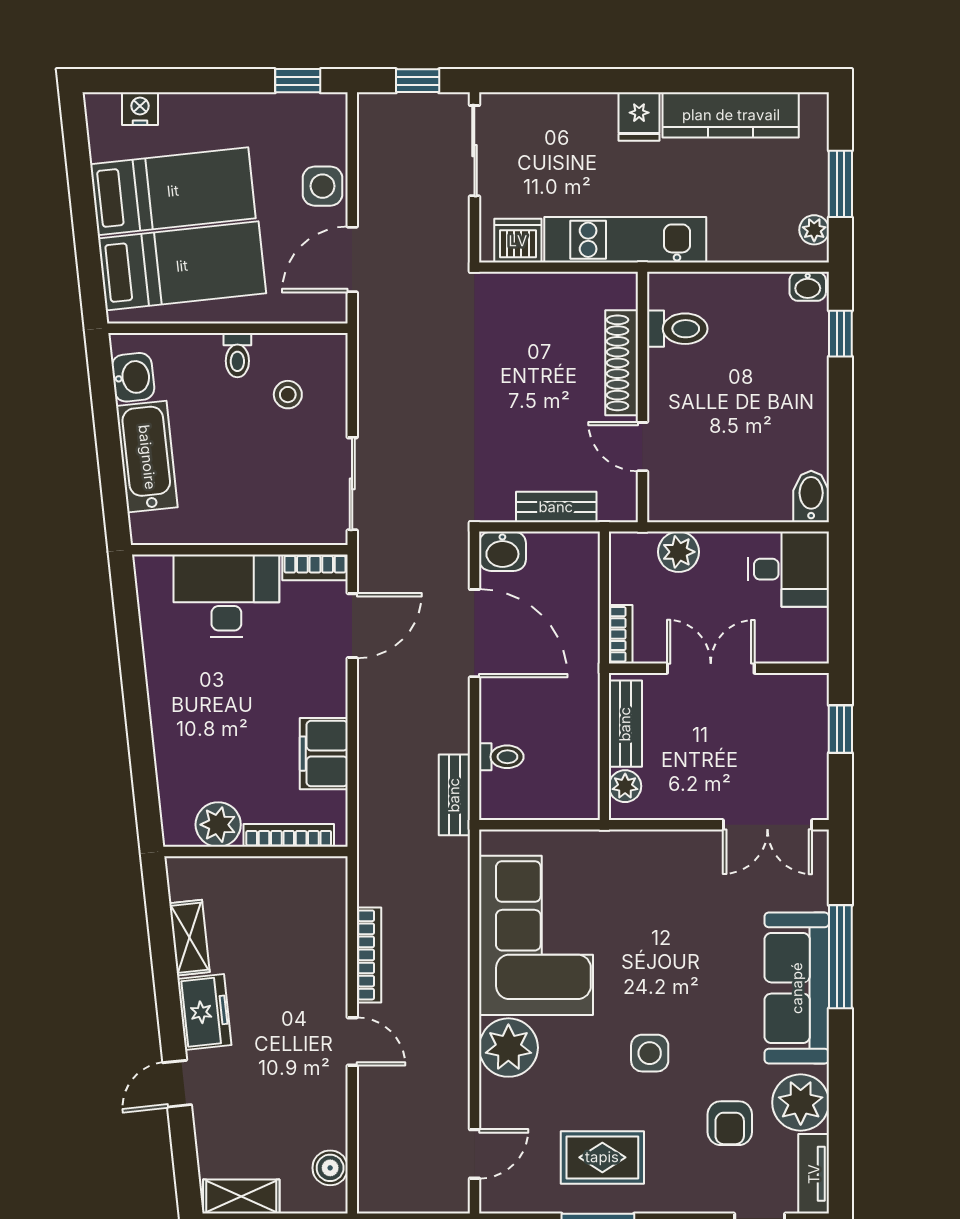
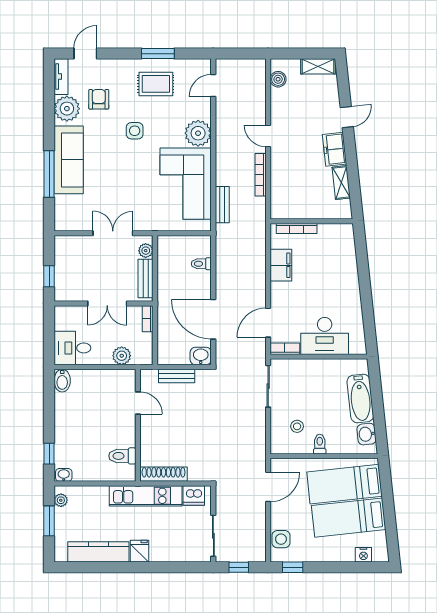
side table: (323, 186) -> (281, 539), moved
shoe rack: (622, 363) -> (164, 474), moved, turned -90
bench: (454, 795) -> (222, 205), moved
plant: (218, 825) -> (328, 233), removed
double door: (767, 825) -> (113, 233), moved

